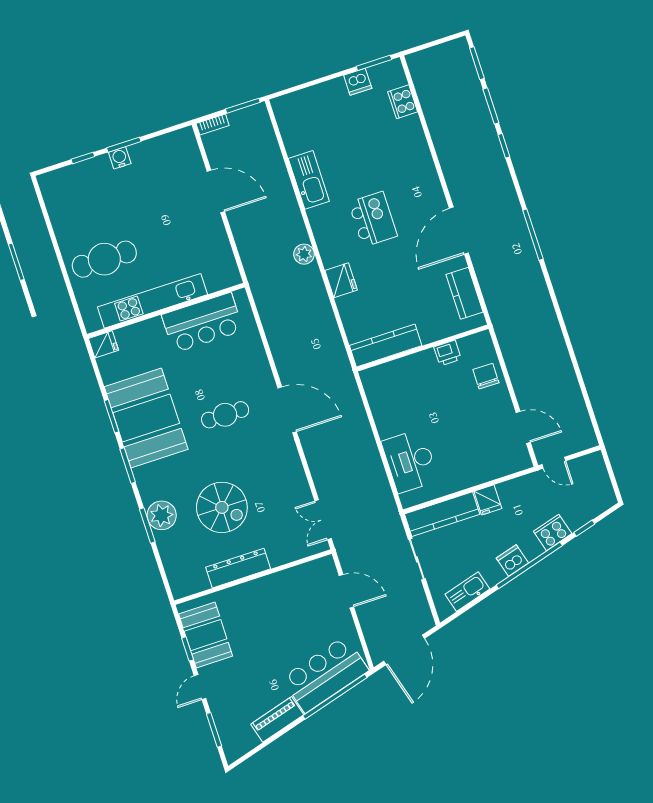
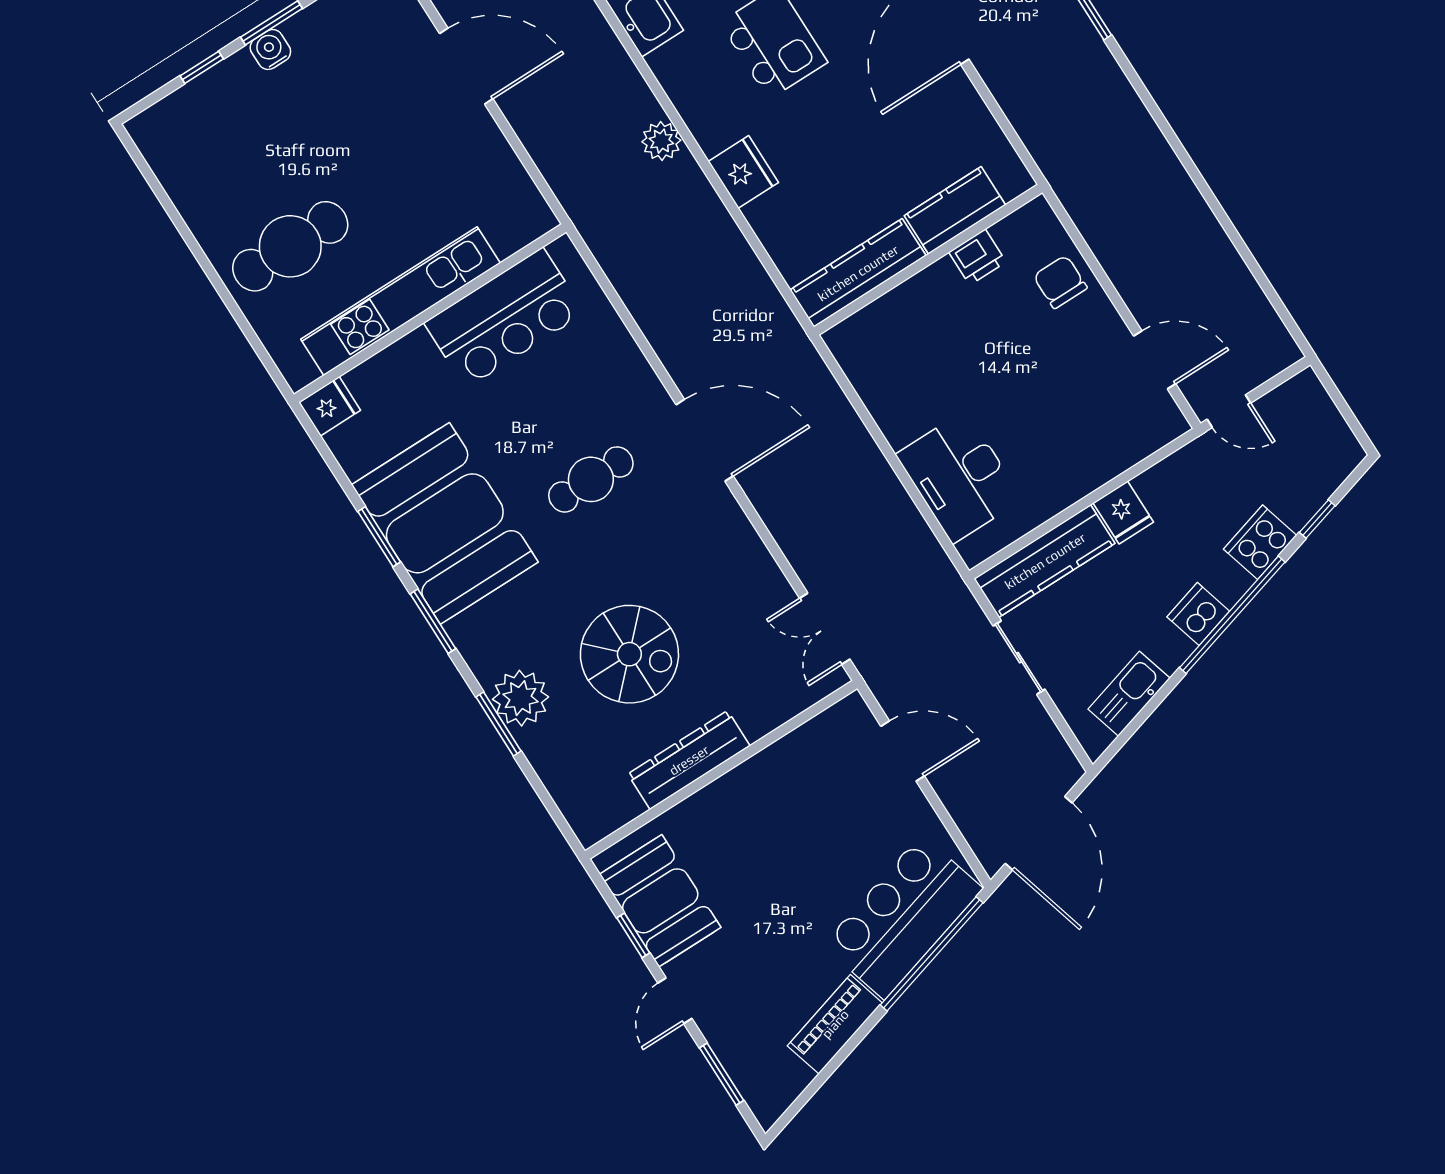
kitchen counter: (465, 293) -> (955, 210), moved, turned 90

